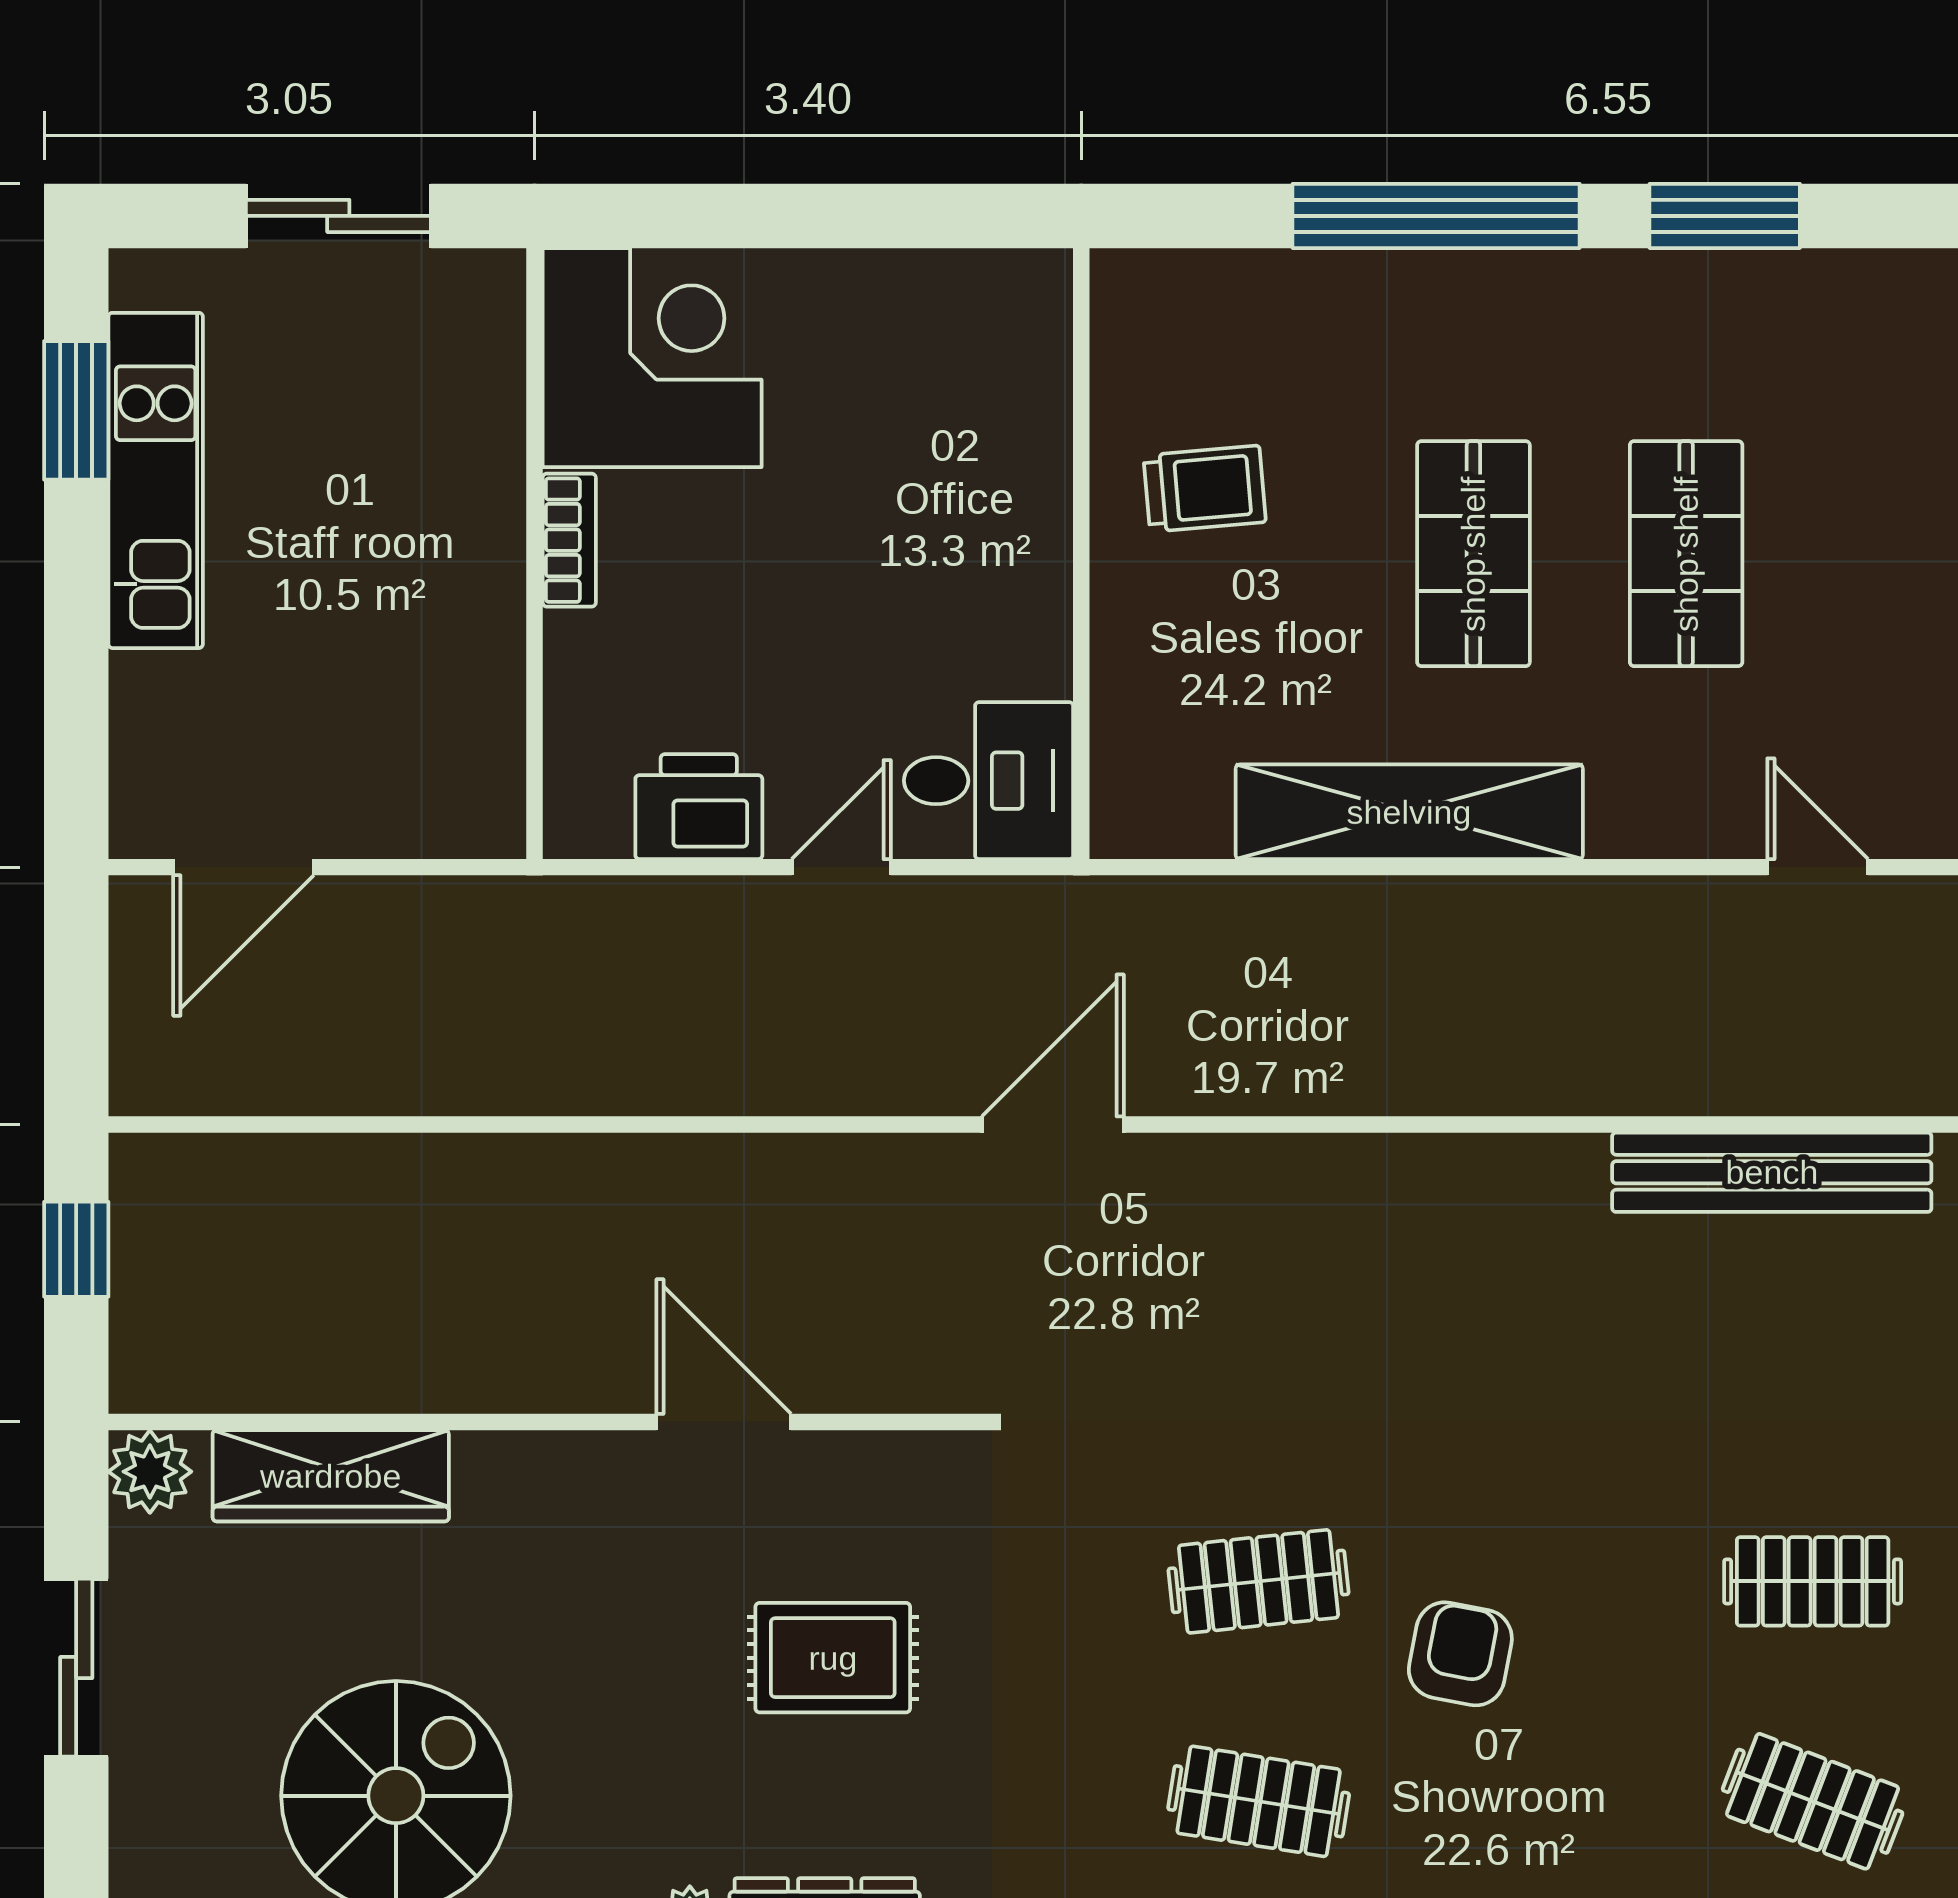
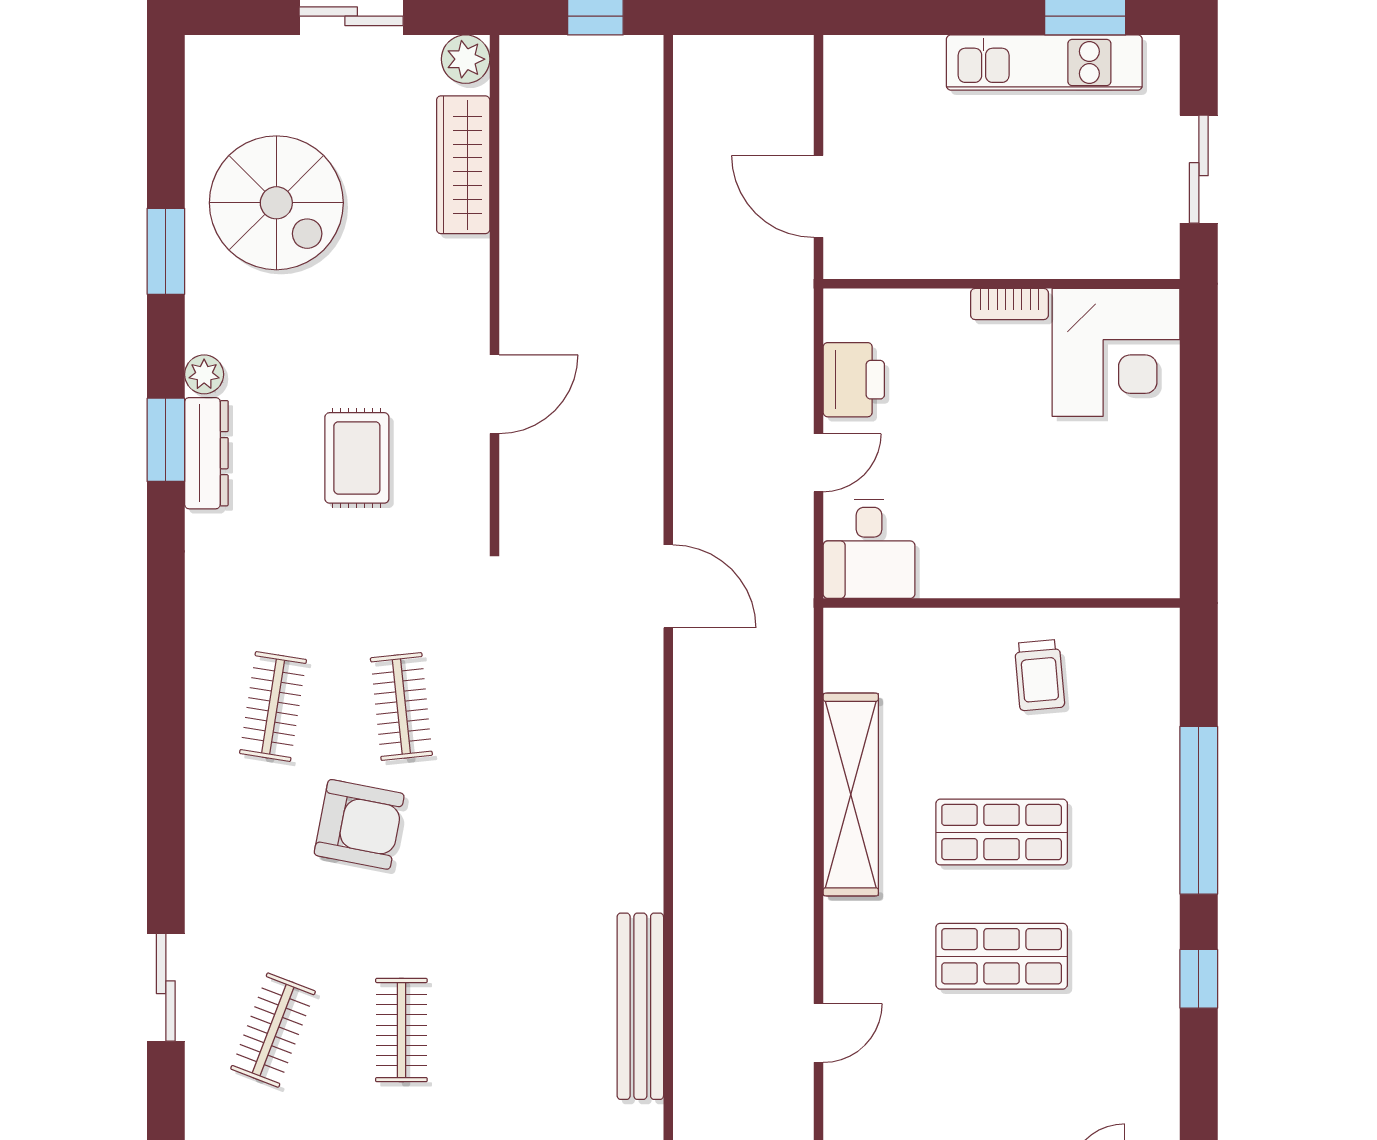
window: (1725, 216) -> (1199, 979), width x0.67
door: (244, 867) -> (818, 196), moved
door: (841, 867) -> (818, 463), hinge flipped
armchair: (1460, 1654) -> (359, 824), width x1.38, depth x1.38

